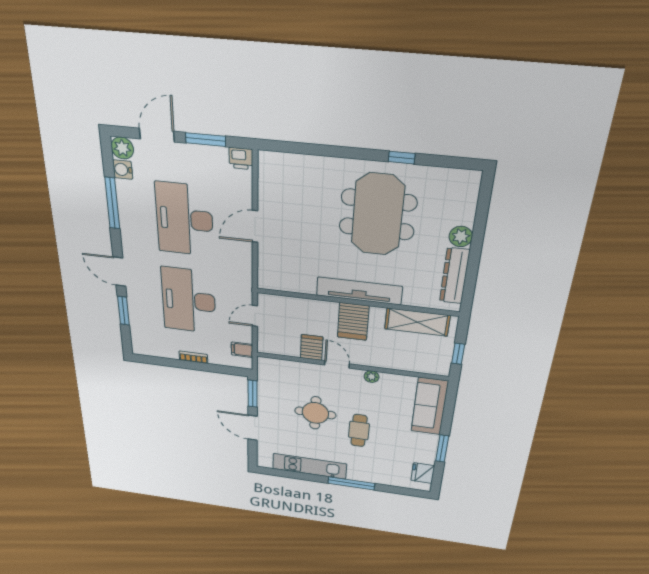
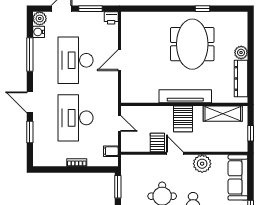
door: (255, 316) -> (119, 123), swing flipped
plant: (372, 377) -> (202, 164), width x1.88, depth x1.88

